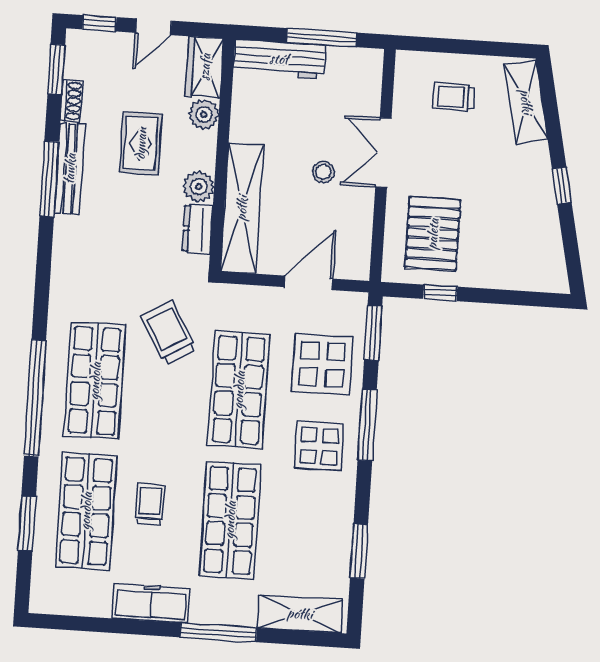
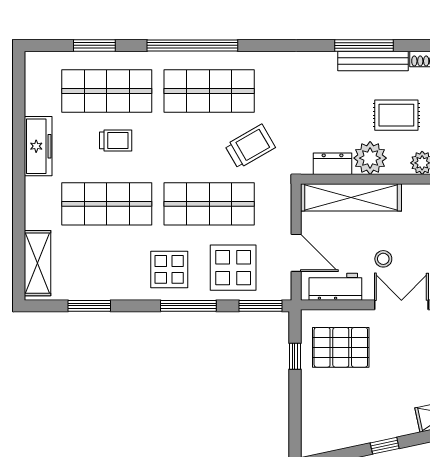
plant: (199, 187) -> (370, 158), width x1.36, depth x1.36
workbench: (355, 235) -> (335, 287), added
window: (219, 633) -> (19, 200), removed

